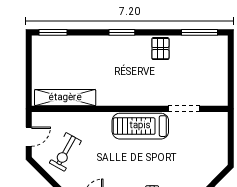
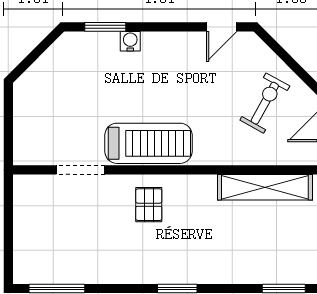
pallet: (160, 49) -> (149, 205), moved

